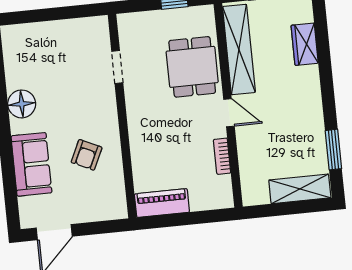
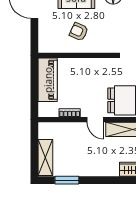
door: (229, 113) -> (95, 120), hinge flipped
piano: (162, 203) -> (48, 80), width x1.37, depth x1.33

